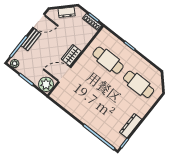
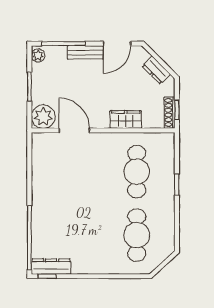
door: (39, 21) -> (117, 44), hinge flipped
wardrobe: (71, 55) -> (126, 119), moved
dresser: (131, 126) -> (51, 267), moved

